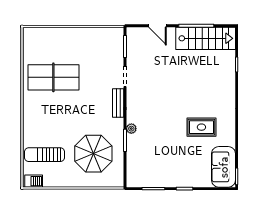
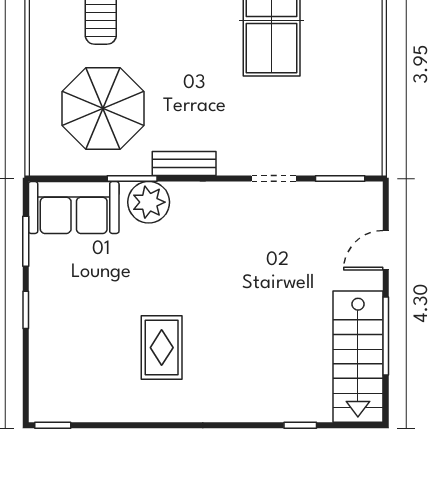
bench: (118, 103) -> (184, 163), moved
plant: (131, 129) -> (149, 202), width x1.88, depth x1.88
sofa: (224, 167) -> (74, 208), moved, turned 180

